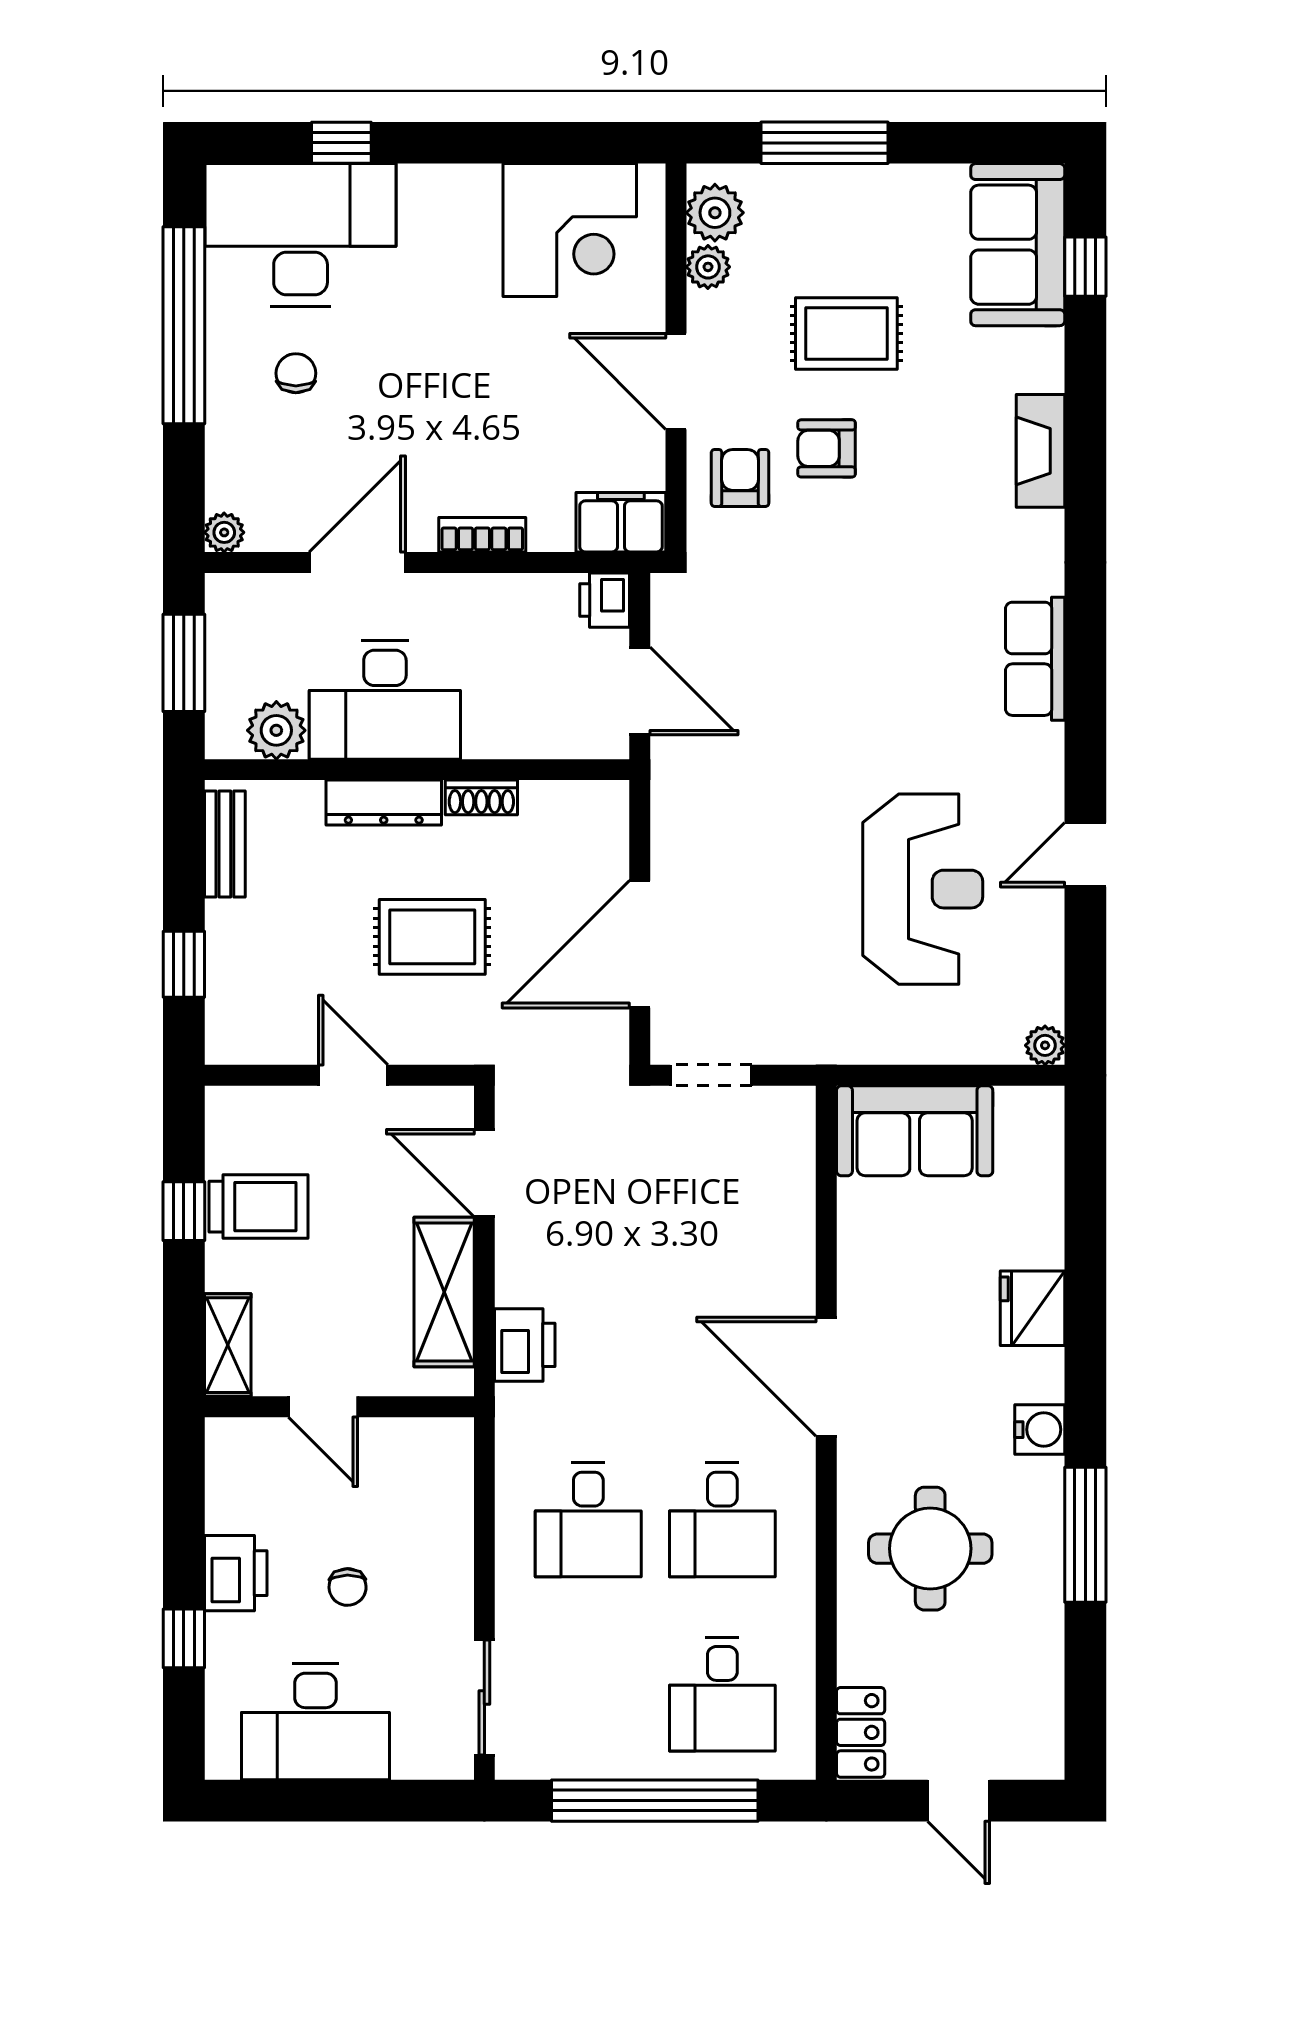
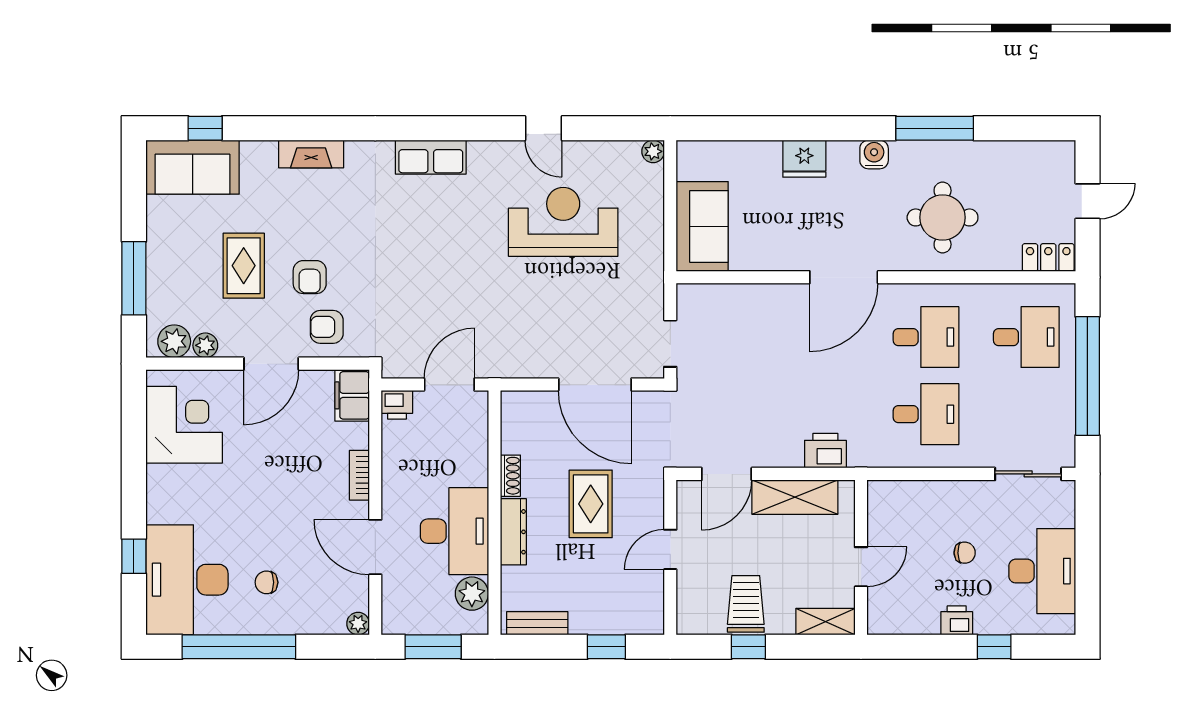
printer: (236, 1573) -> (957, 620), width x0.73, depth x0.81

